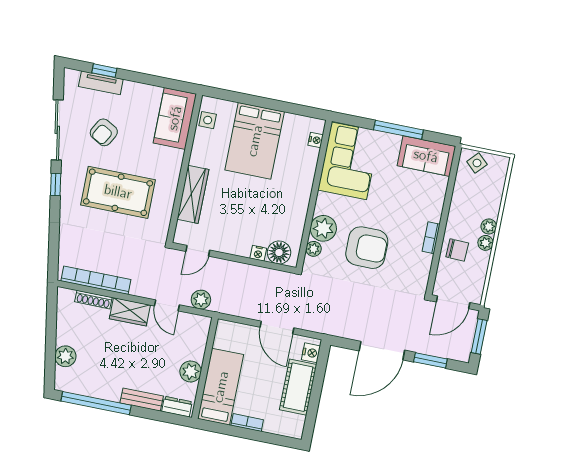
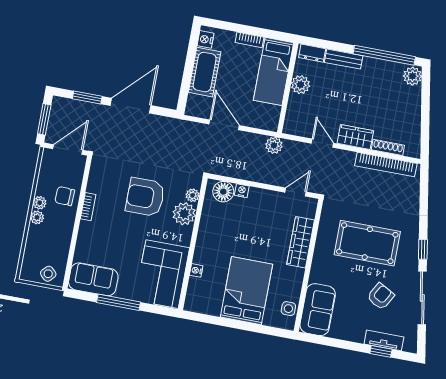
nightstand: (316, 140) -> (196, 270), moved
plant: (201, 300) -> (274, 145), moved
nightstand: (311, 353) -> (205, 39), moved
plant: (65, 356) -> (412, 76), moved

